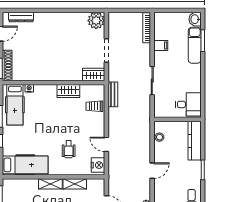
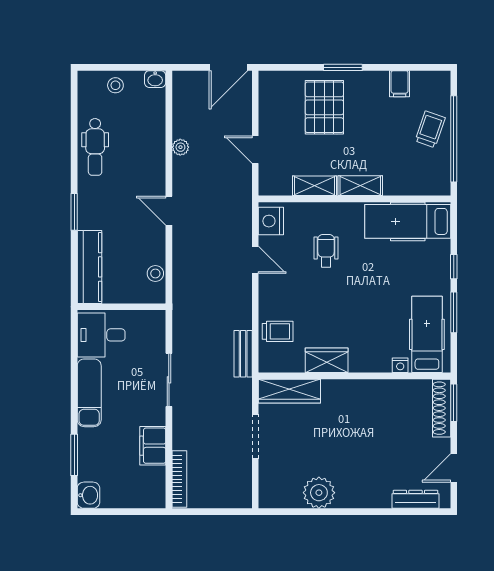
plant: (96, 21) -> (319, 493), moved
exam couch: (195, 45) -> (89, 393), moved
filing cabinet: (161, 46) -> (153, 446), width x2.00
wardrobe: (94, 75) -> (289, 391), width x1.50
door: (152, 171) -> (169, 211), hinge flipped

